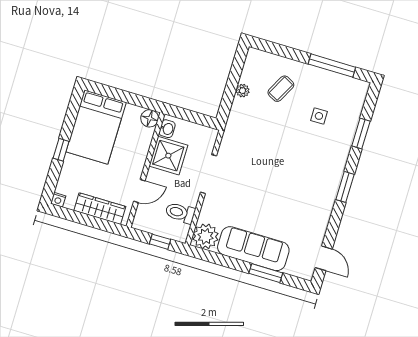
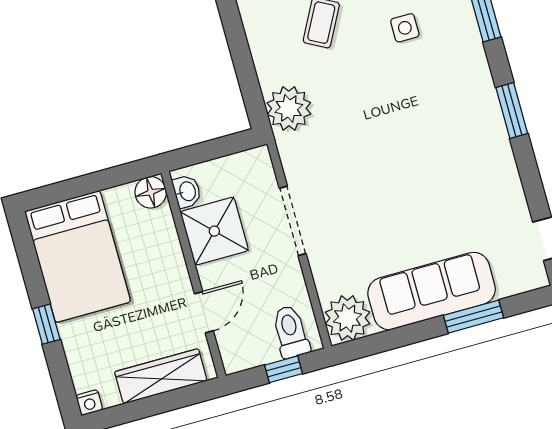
plant: (243, 91) -> (289, 108), moved, width x1.87, depth x1.87
toilet: (180, 213) -> (291, 332), moved, turned 90

